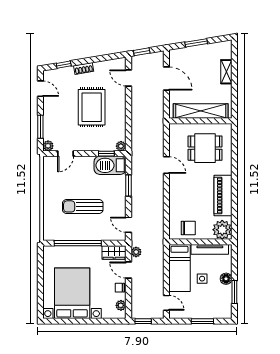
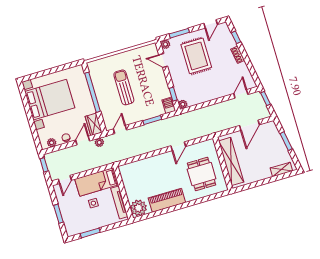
shelving: (226, 72) -> (281, 170), moved
rug: (92, 107) -> (196, 56), moved, turned 90
barbecue: (110, 165) -> (169, 105), width x0.53, depth x0.65
chair: (188, 228) -> (132, 180), removed
floor lamp: (226, 279) -> (99, 223), removed

